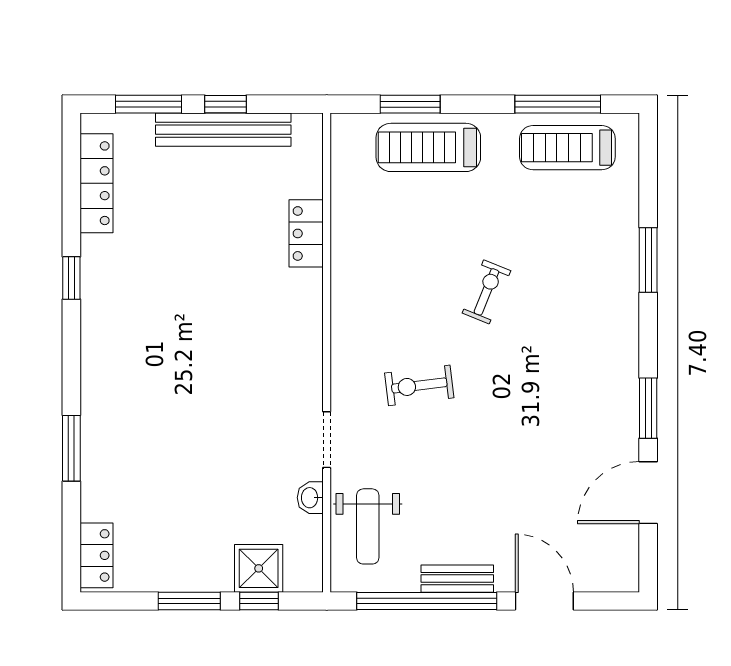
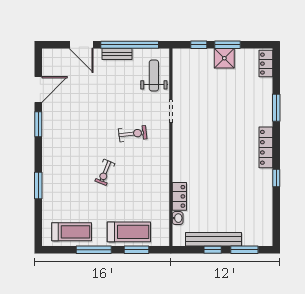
window: (558, 104) -> (94, 250), moved
locker: (96, 183) -> (266, 147), moved
washbasin: (310, 498) -> (178, 218), moved
shower: (259, 568) -> (224, 58), moved

